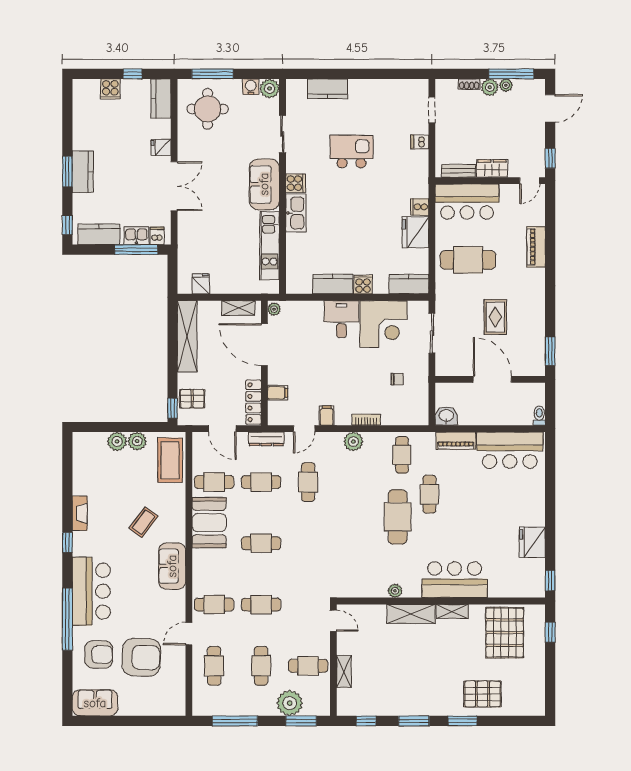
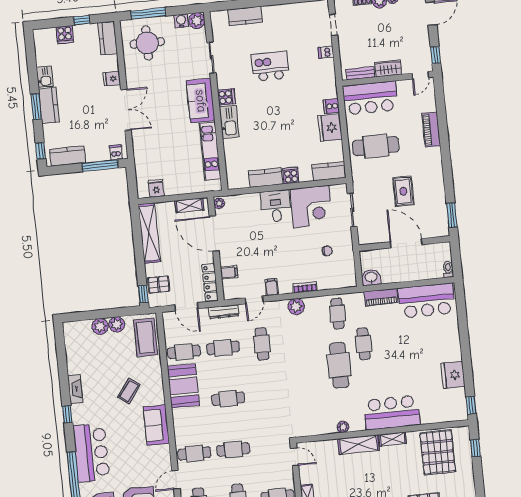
kitchen sink: (136, 236) -> (45, 77), moved, turned 90

